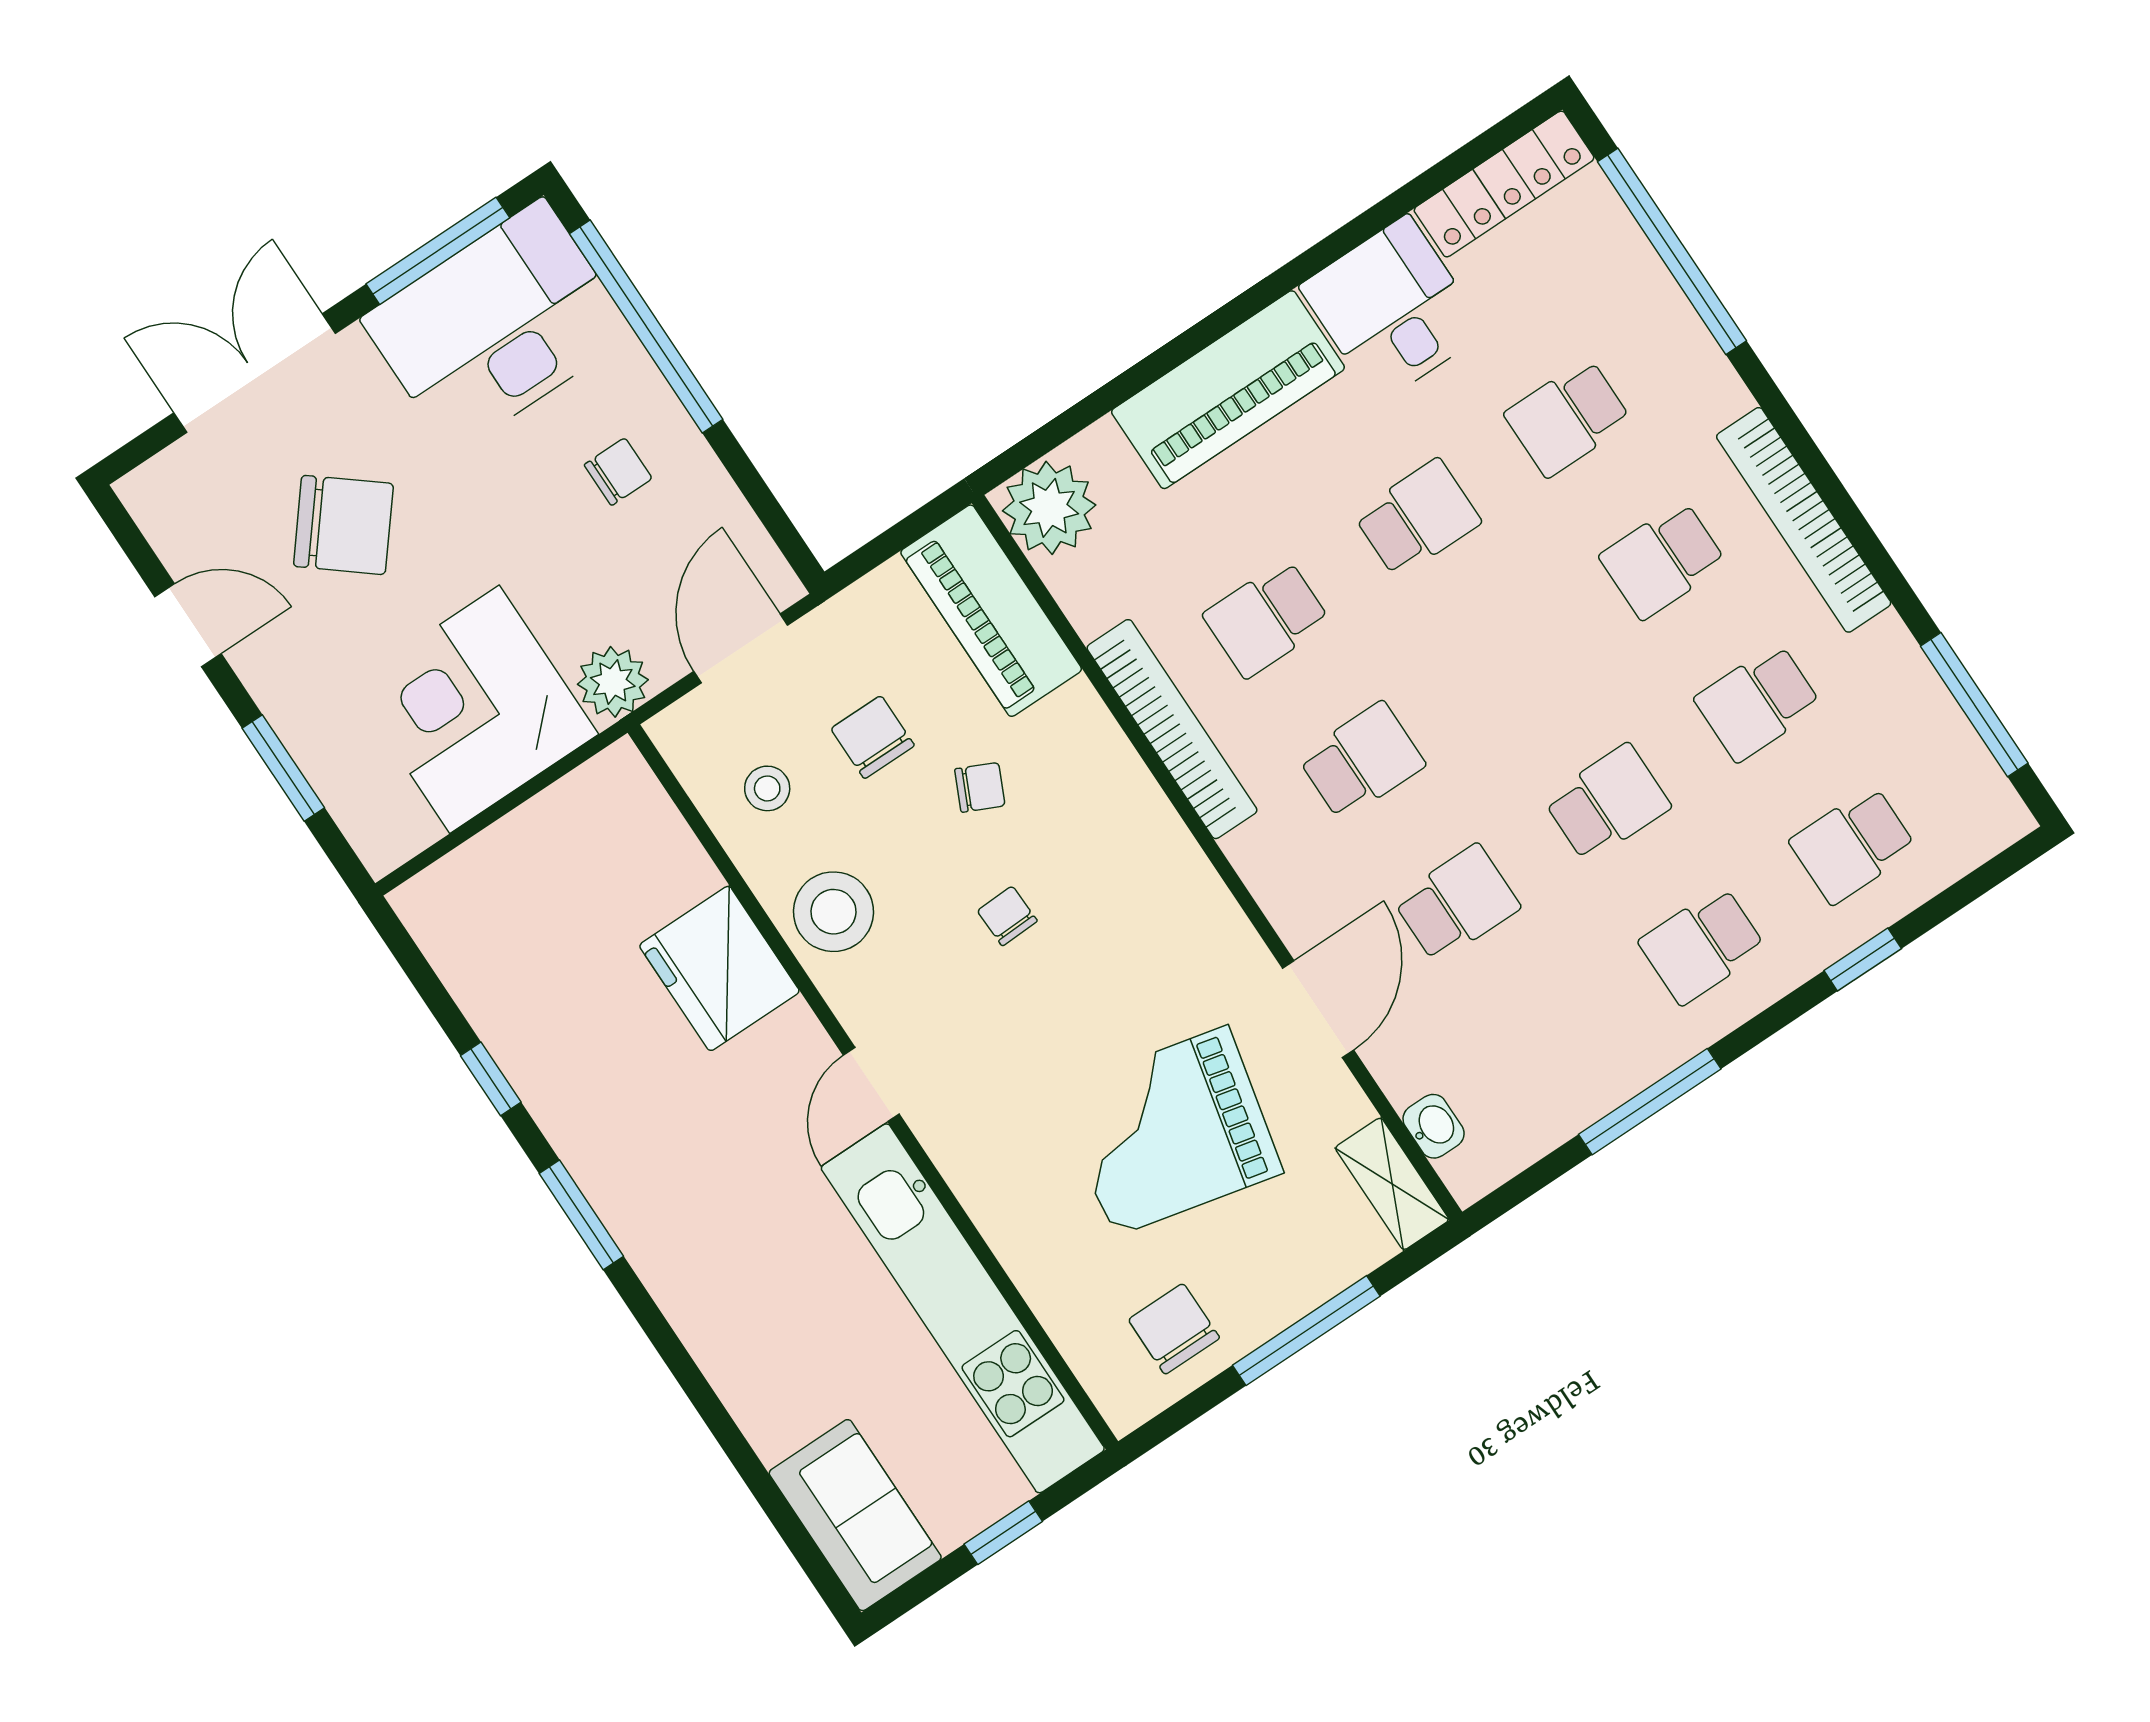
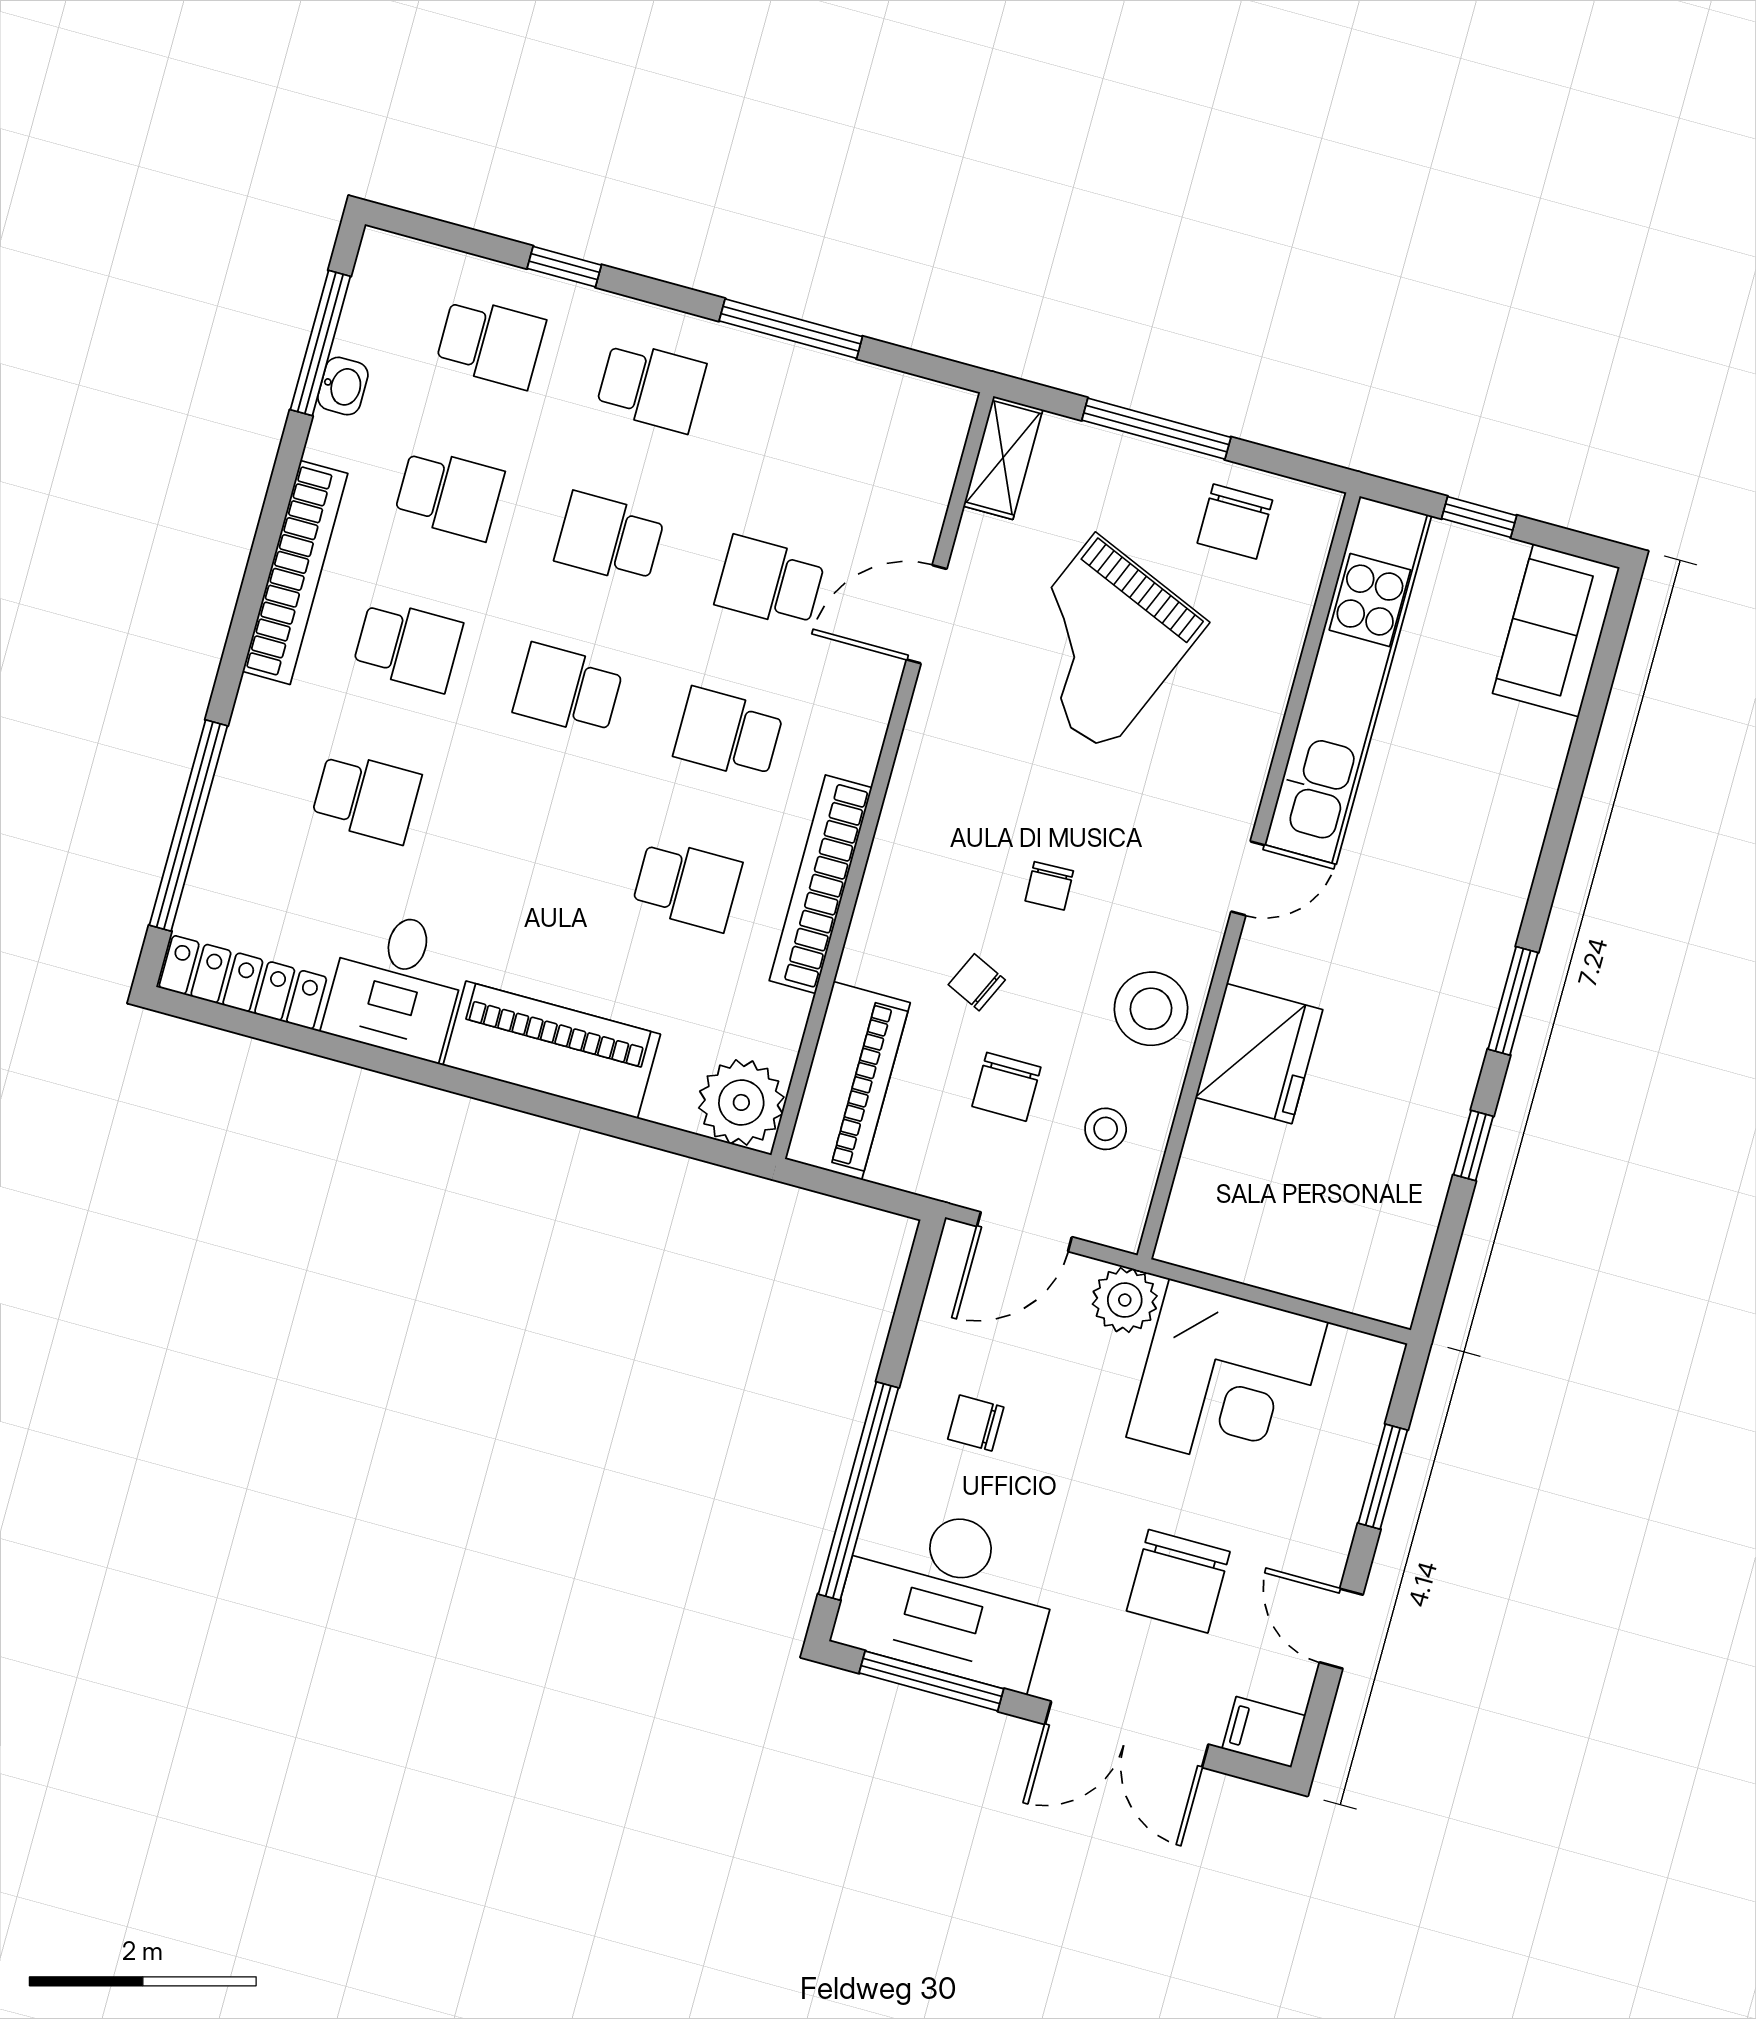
filing cabinet: (158, 488) -> (1264, 1732), added
school desk: (1417, 518) -> (568, 690), moved
chair: (343, 525) -> (1178, 1581), turned -129
washbasin: (1434, 1126) -> (343, 386), moved, turned 180
grand piano: (1170, 1131) -> (1100, 643), turned 100

